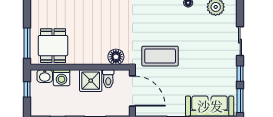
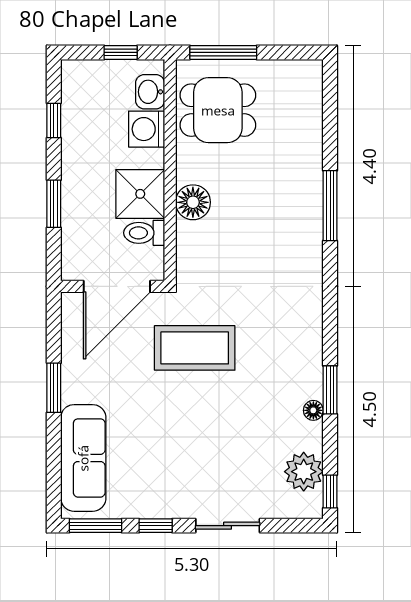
coffee table: (160, 56) -> (195, 348), turned 90
floor lamp: (116, 57) -> (193, 202), moved

